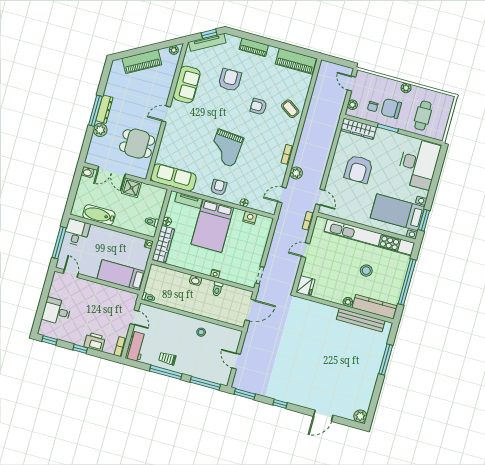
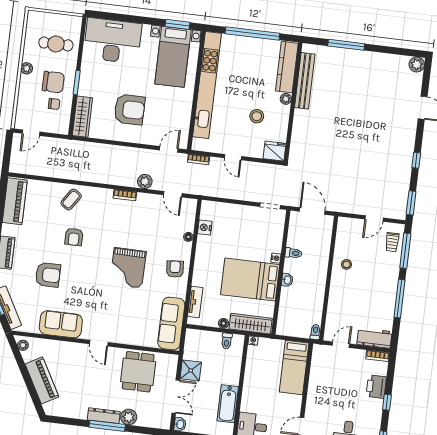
armchair: (230, 80) -> (48, 275), turned 180
plant: (352, 105) -> (56, 128), removed
chair: (391, 109) -> (53, 82), turned -90
grand piano: (226, 148) -> (128, 268), turned 86
armchair: (219, 187) -> (175, 269), turned 85
bed: (212, 226) -> (250, 280), moved, turned 180
stool: (366, 271) -> (257, 116), moved
trolley: (167, 359) -> (392, 242), moved

